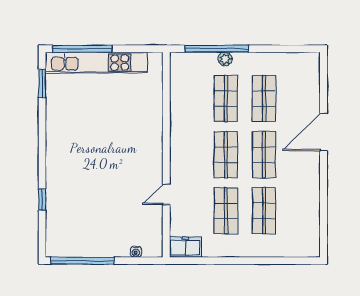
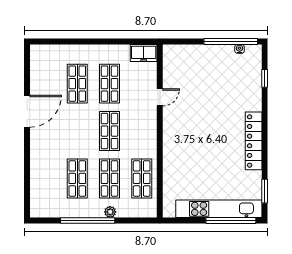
window: (217, 49) -> (88, 221), moved
door: (323, 132) -> (27, 111), moved
locker: (55, 143) -> (254, 141), added
shop shelf: (264, 155) -> (142, 178), moved
window: (42, 200) -> (265, 78), moved
water cooler: (136, 252) -> (240, 49), moved

